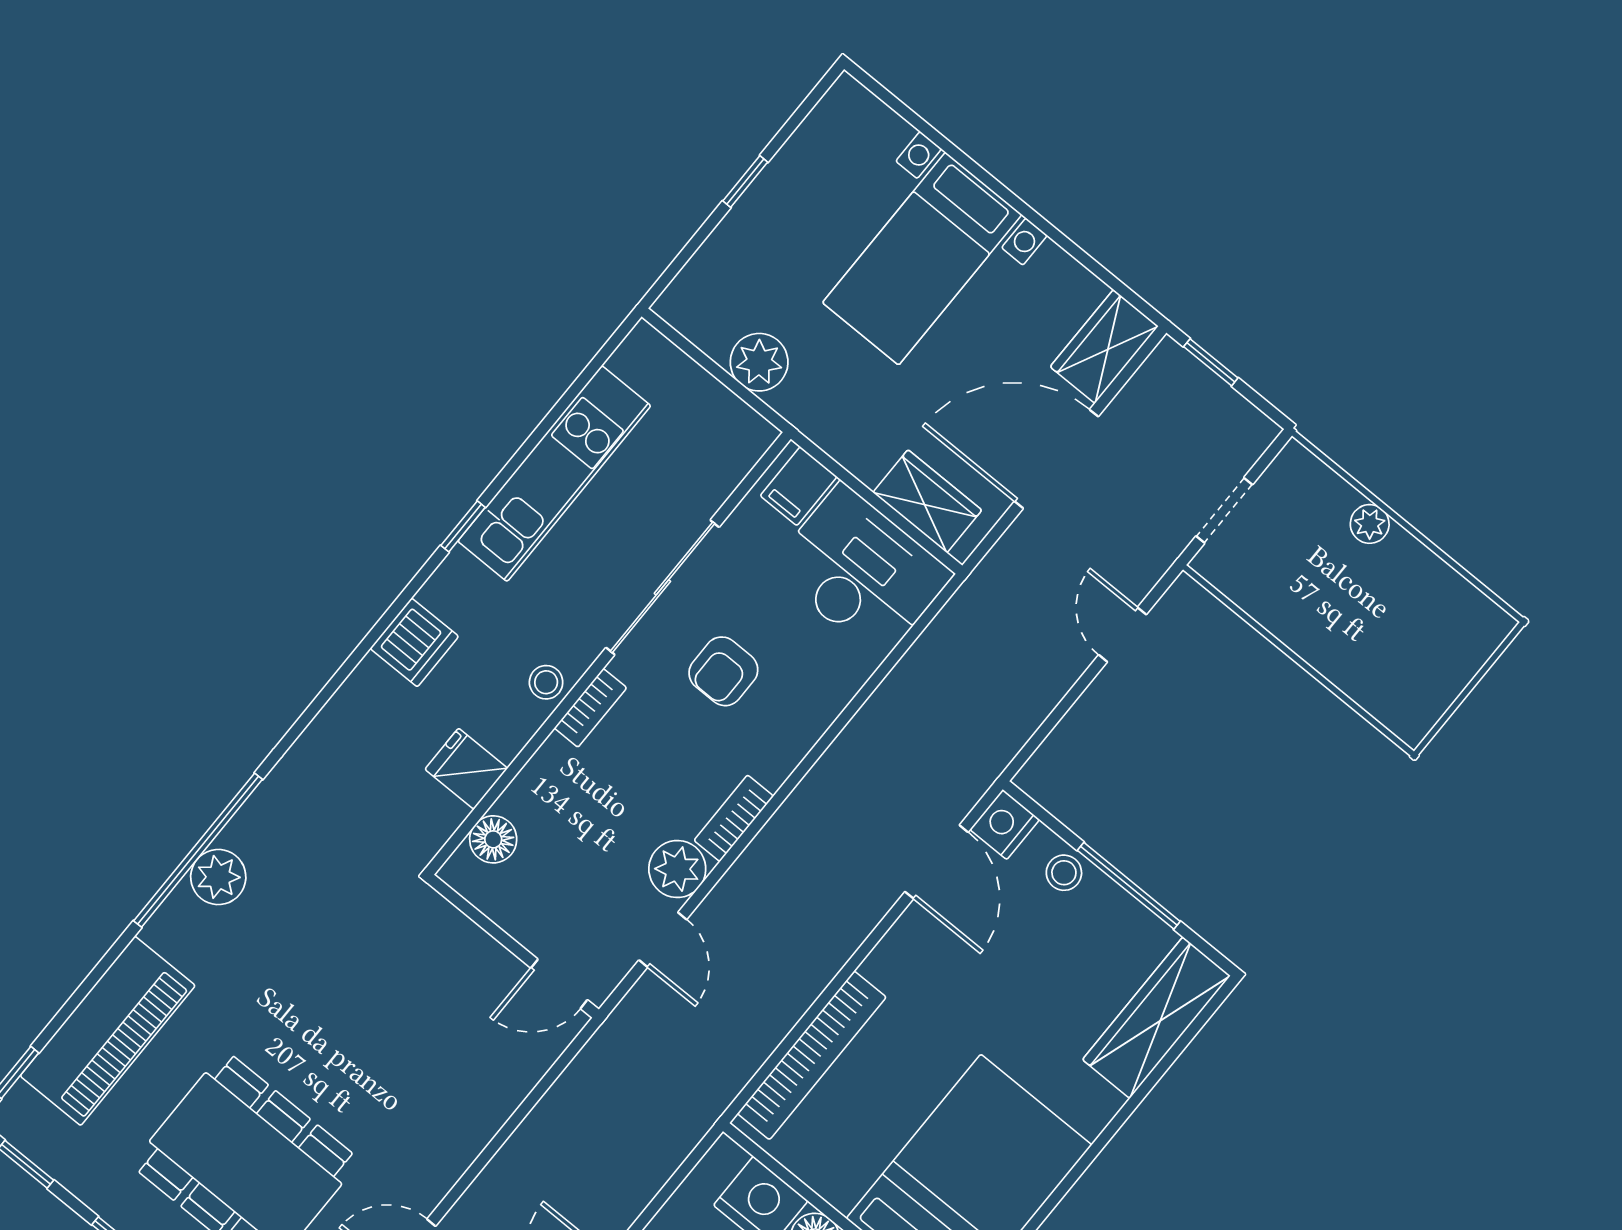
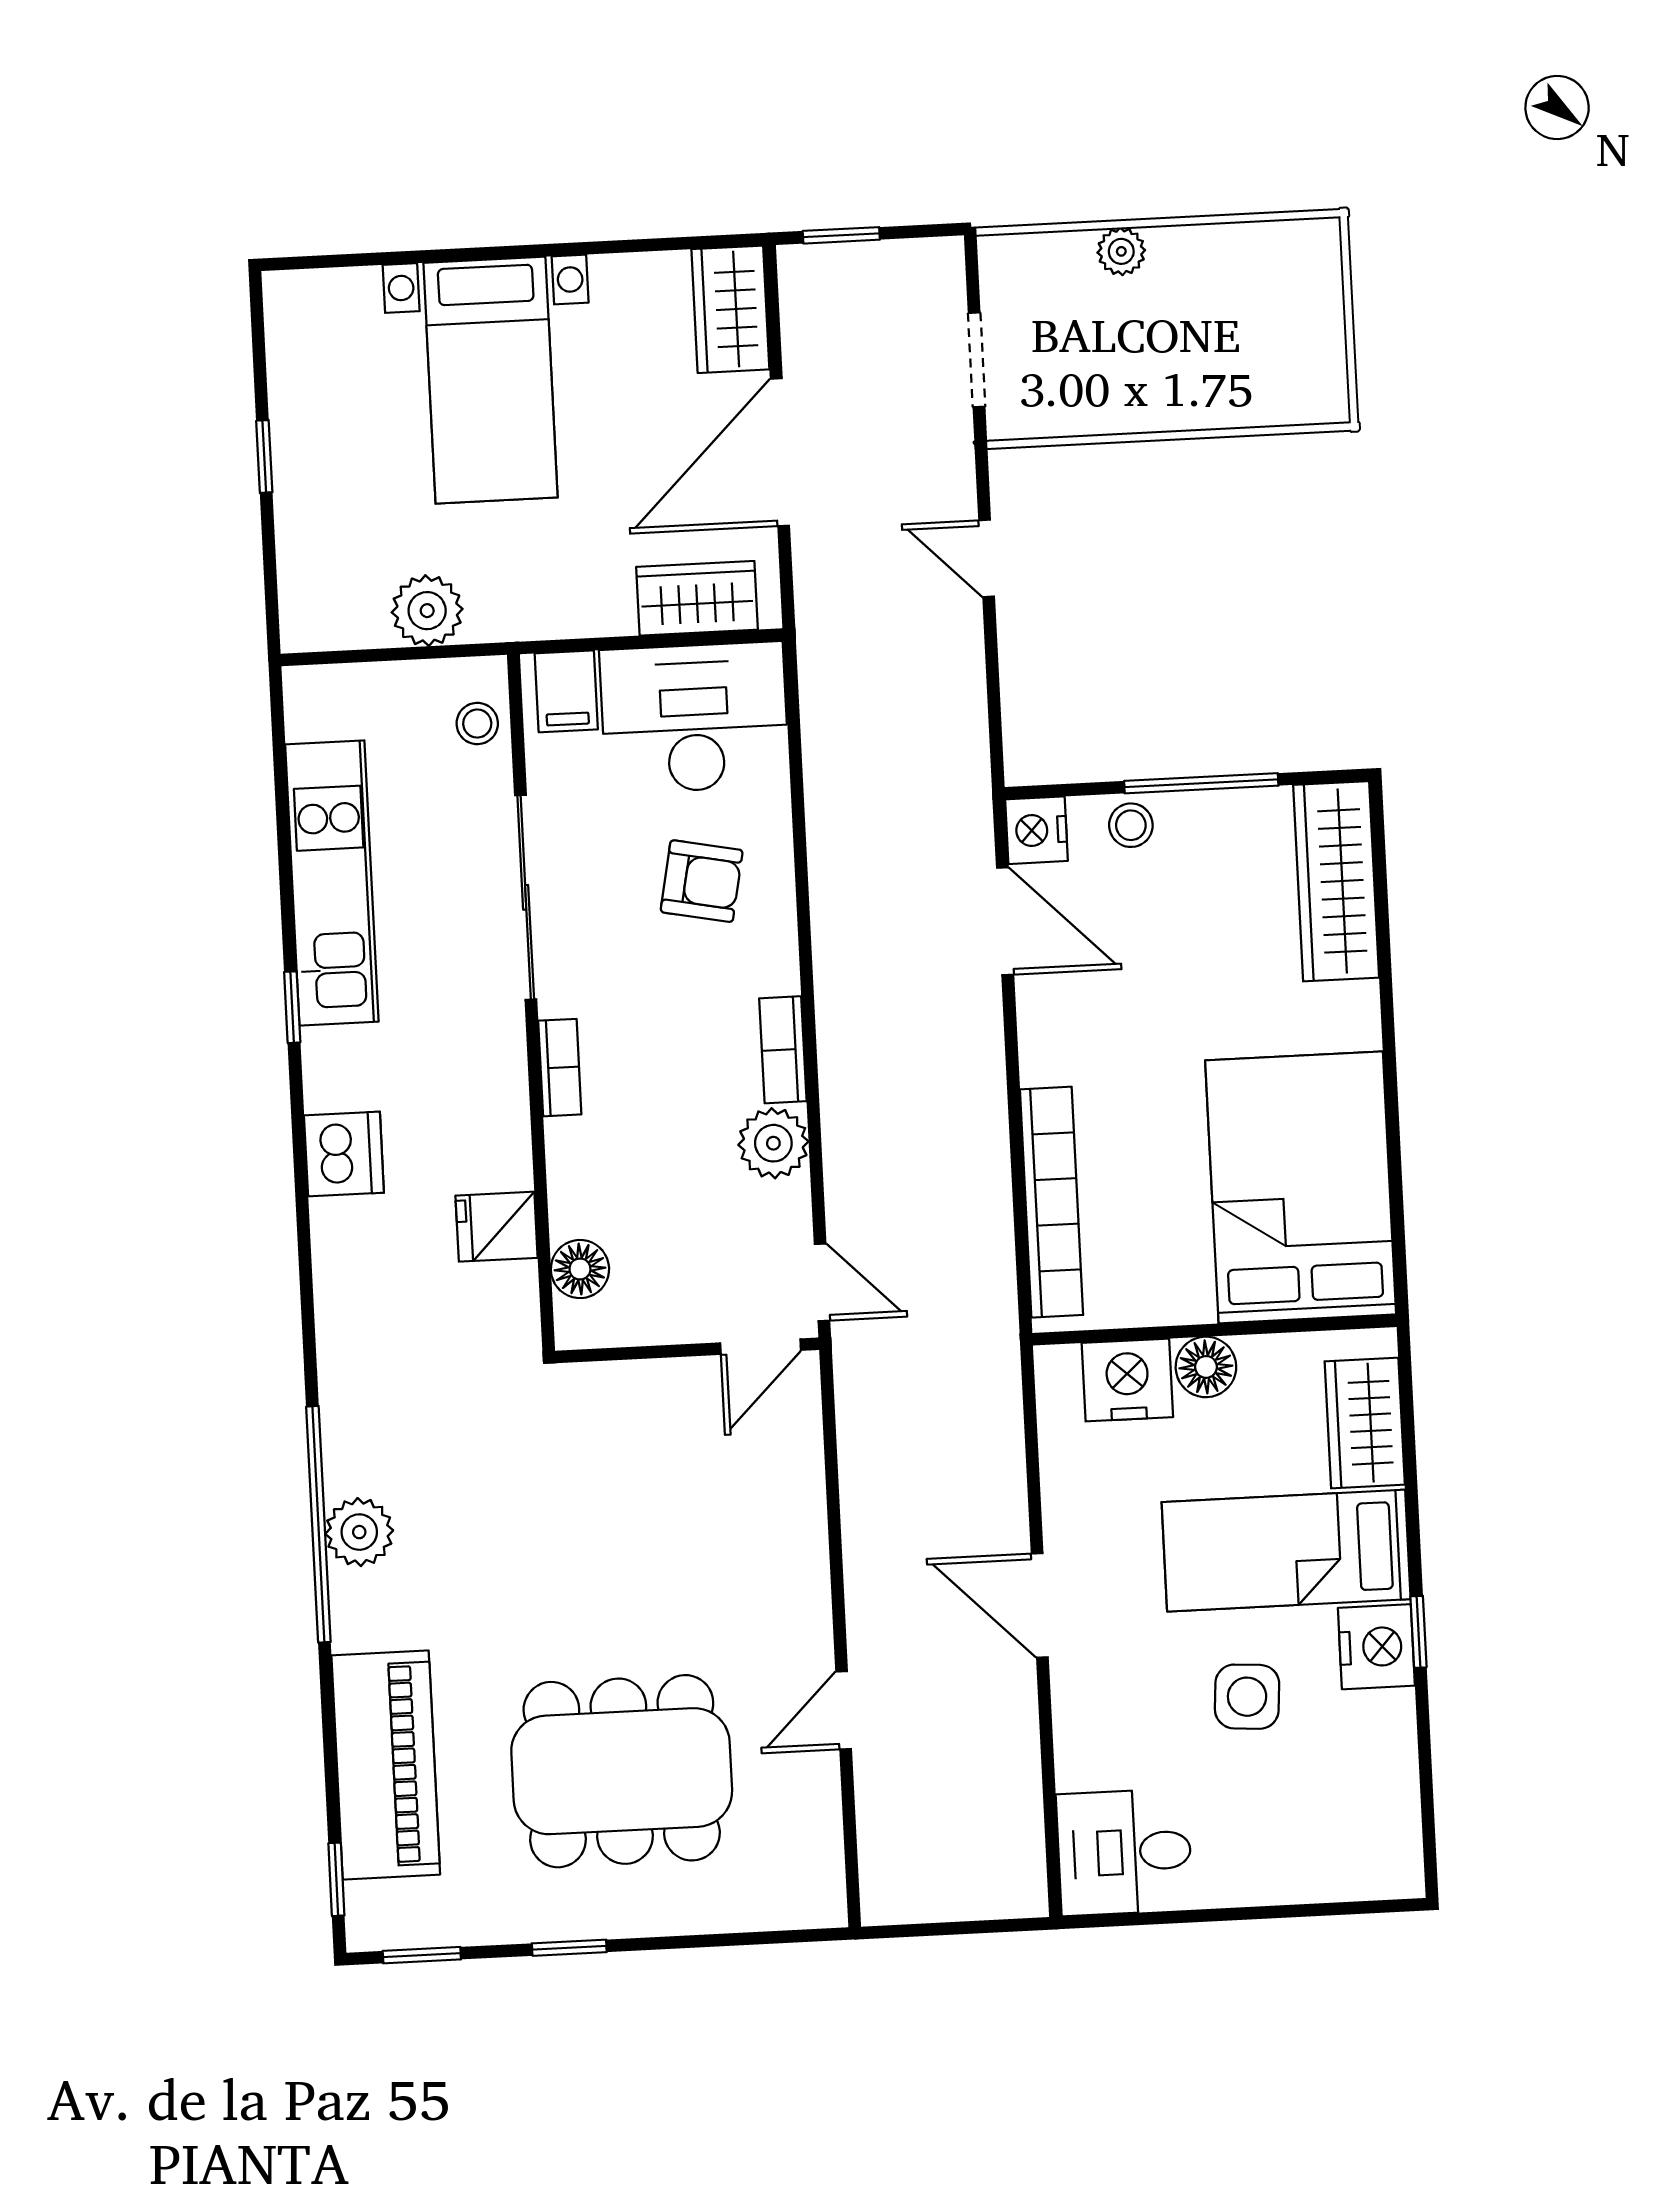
armchair: (723, 671) -> (702, 881), moved, turned -79
stool: (546, 682) -> (477, 724), moved
door: (663, 940) -> (822, 1282), moved

